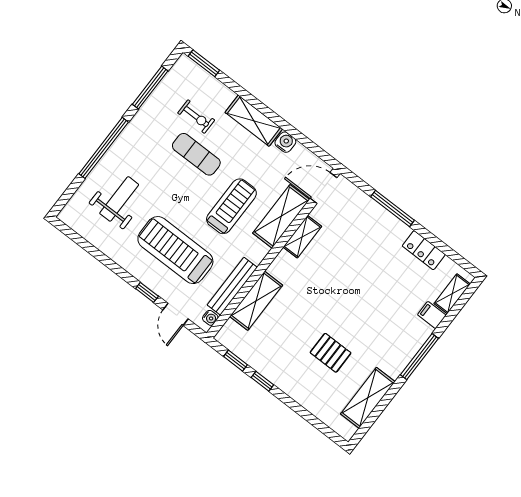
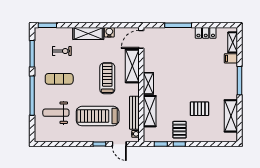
exercise mat: (196, 154) -> (59, 79), moved
weight bench: (119, 199) -> (56, 113), turned -90
shelving: (302, 237) -> (148, 83), moved
pallet: (279, 361) -> (180, 130), added

